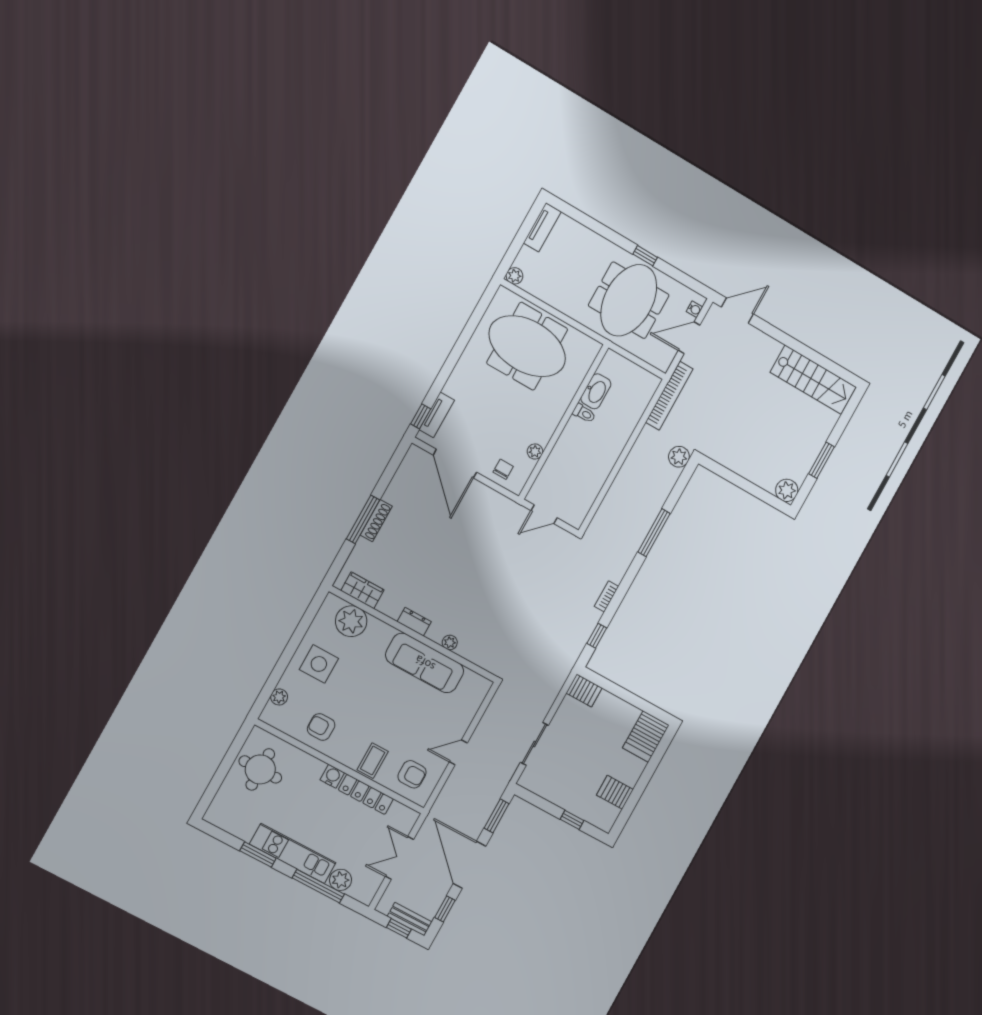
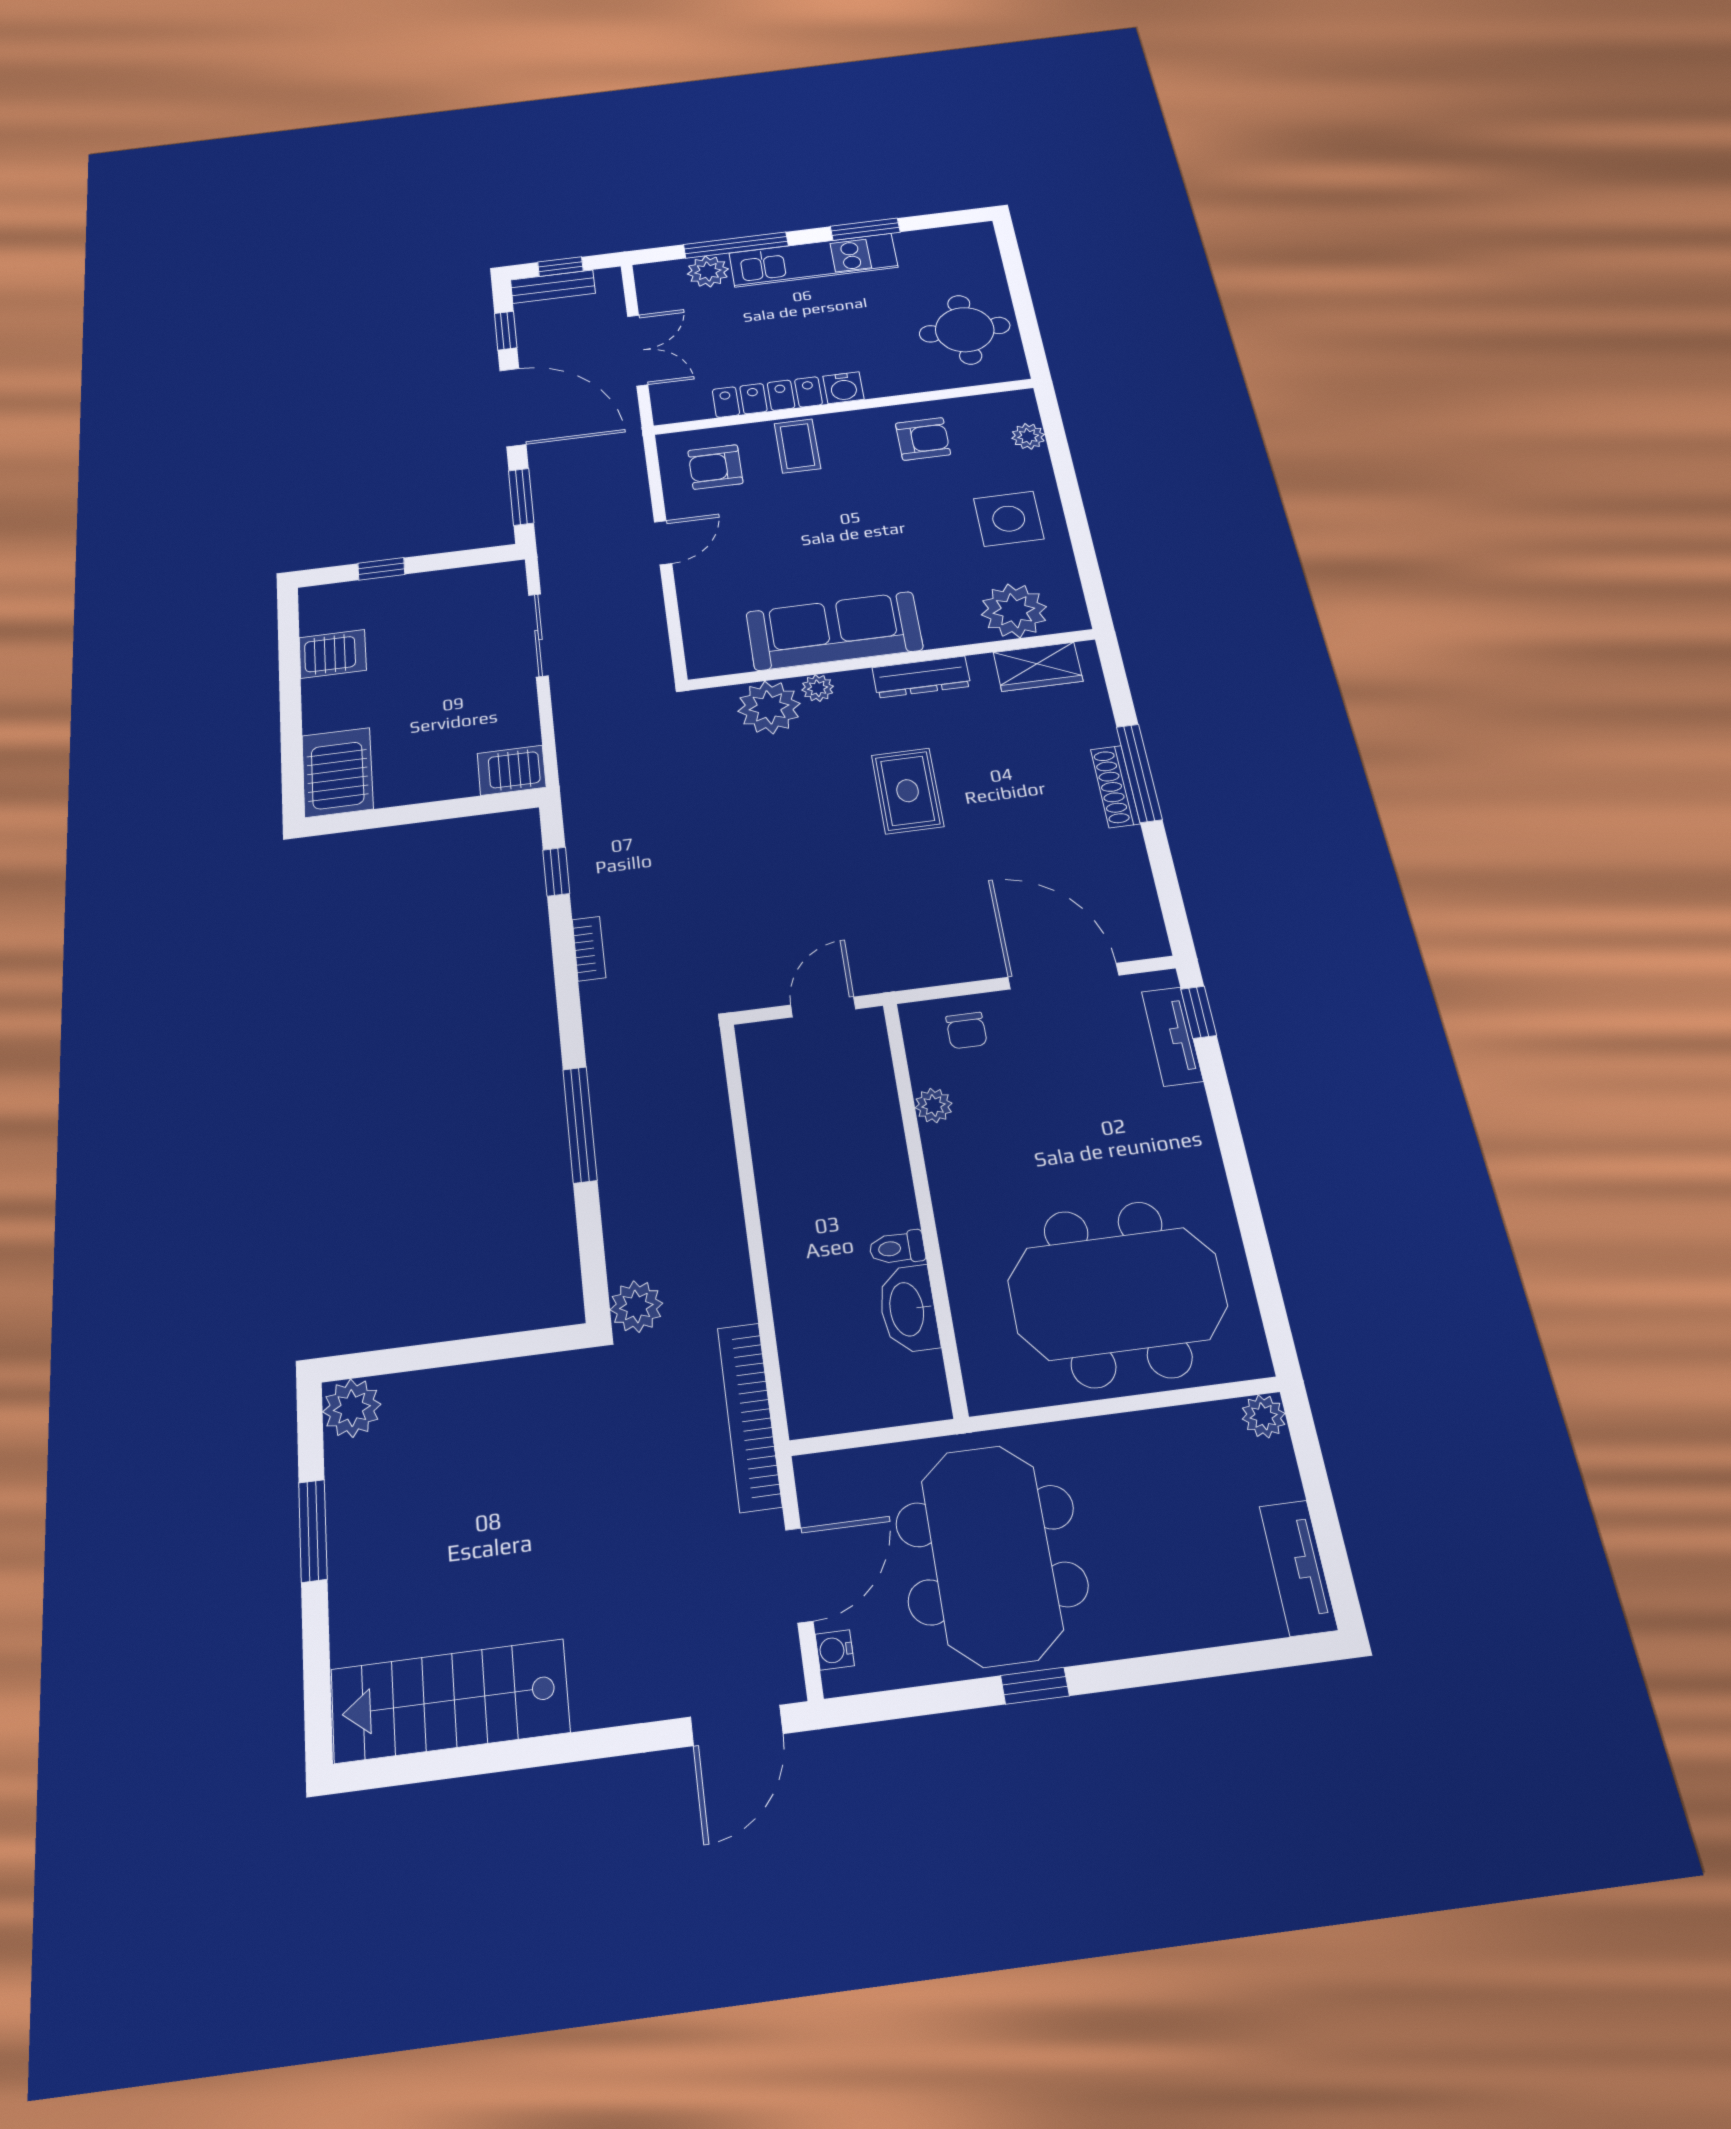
rug: (451, 575) -> (908, 791), added
dresser: (414, 622) -> (921, 677), width x1.44
plant: (474, 648) -> (769, 707), added

